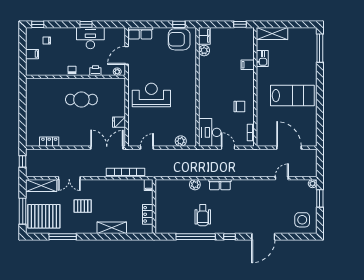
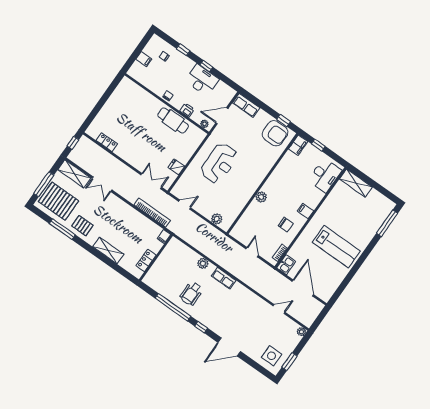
window: (38, 24) -> (183, 50), moved
window: (240, 24) -> (318, 145), moved
armchair: (179, 39) -> (275, 133), turned 180
plant: (204, 51) -> (261, 197), moved
kitchen sink: (262, 59) -> (286, 265), moved
filing cabinet: (248, 65) -> (305, 211), moved
reception desk: (151, 95) -> (219, 163), turned 90
cafe table: (81, 99) -> (173, 120), moved
desk: (210, 132) -> (325, 175), moved, turned 180
double door: (107, 148) -> (151, 181), width x0.73
window: (320, 198) -> (289, 362), moved
pallet: (83, 206) -> (82, 226), moved

